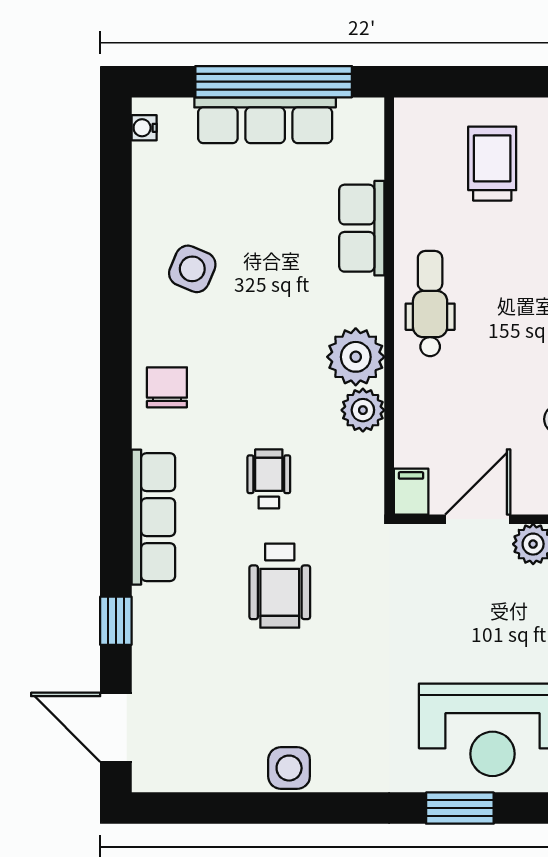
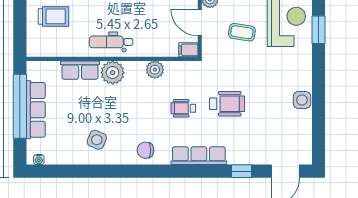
trolley: (492, 164) -> (54, 16), turned 180
plant: (356, 357) -> (113, 73), moved
coffee table: (454, 622) -> (242, 32), added

